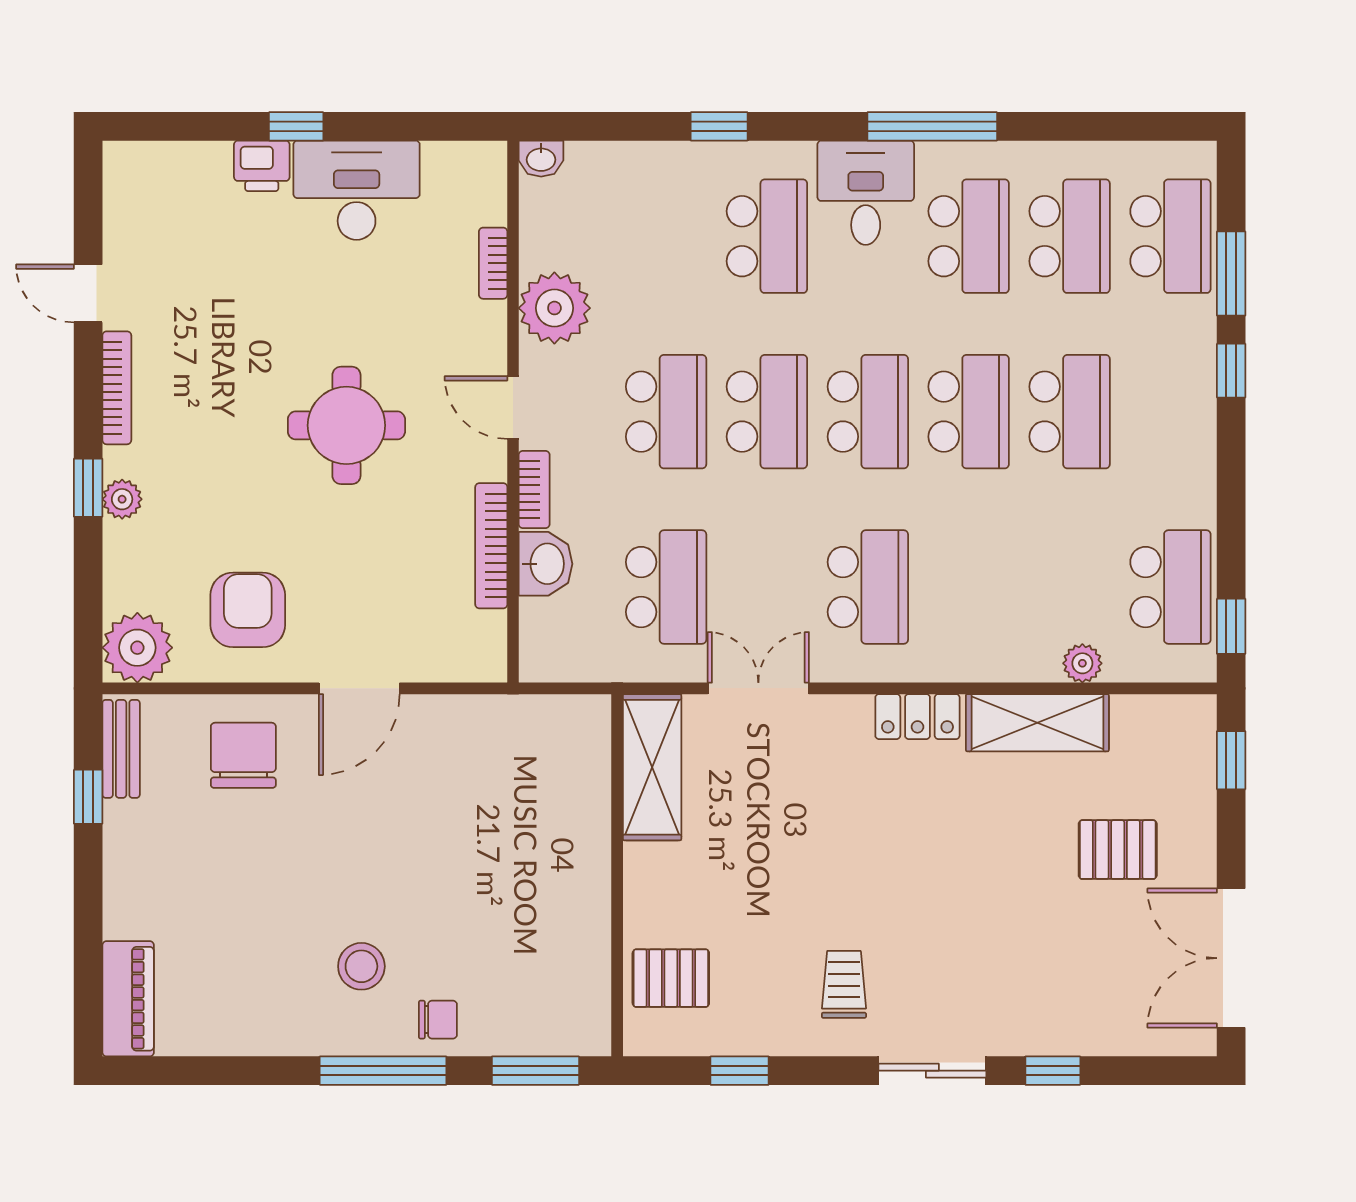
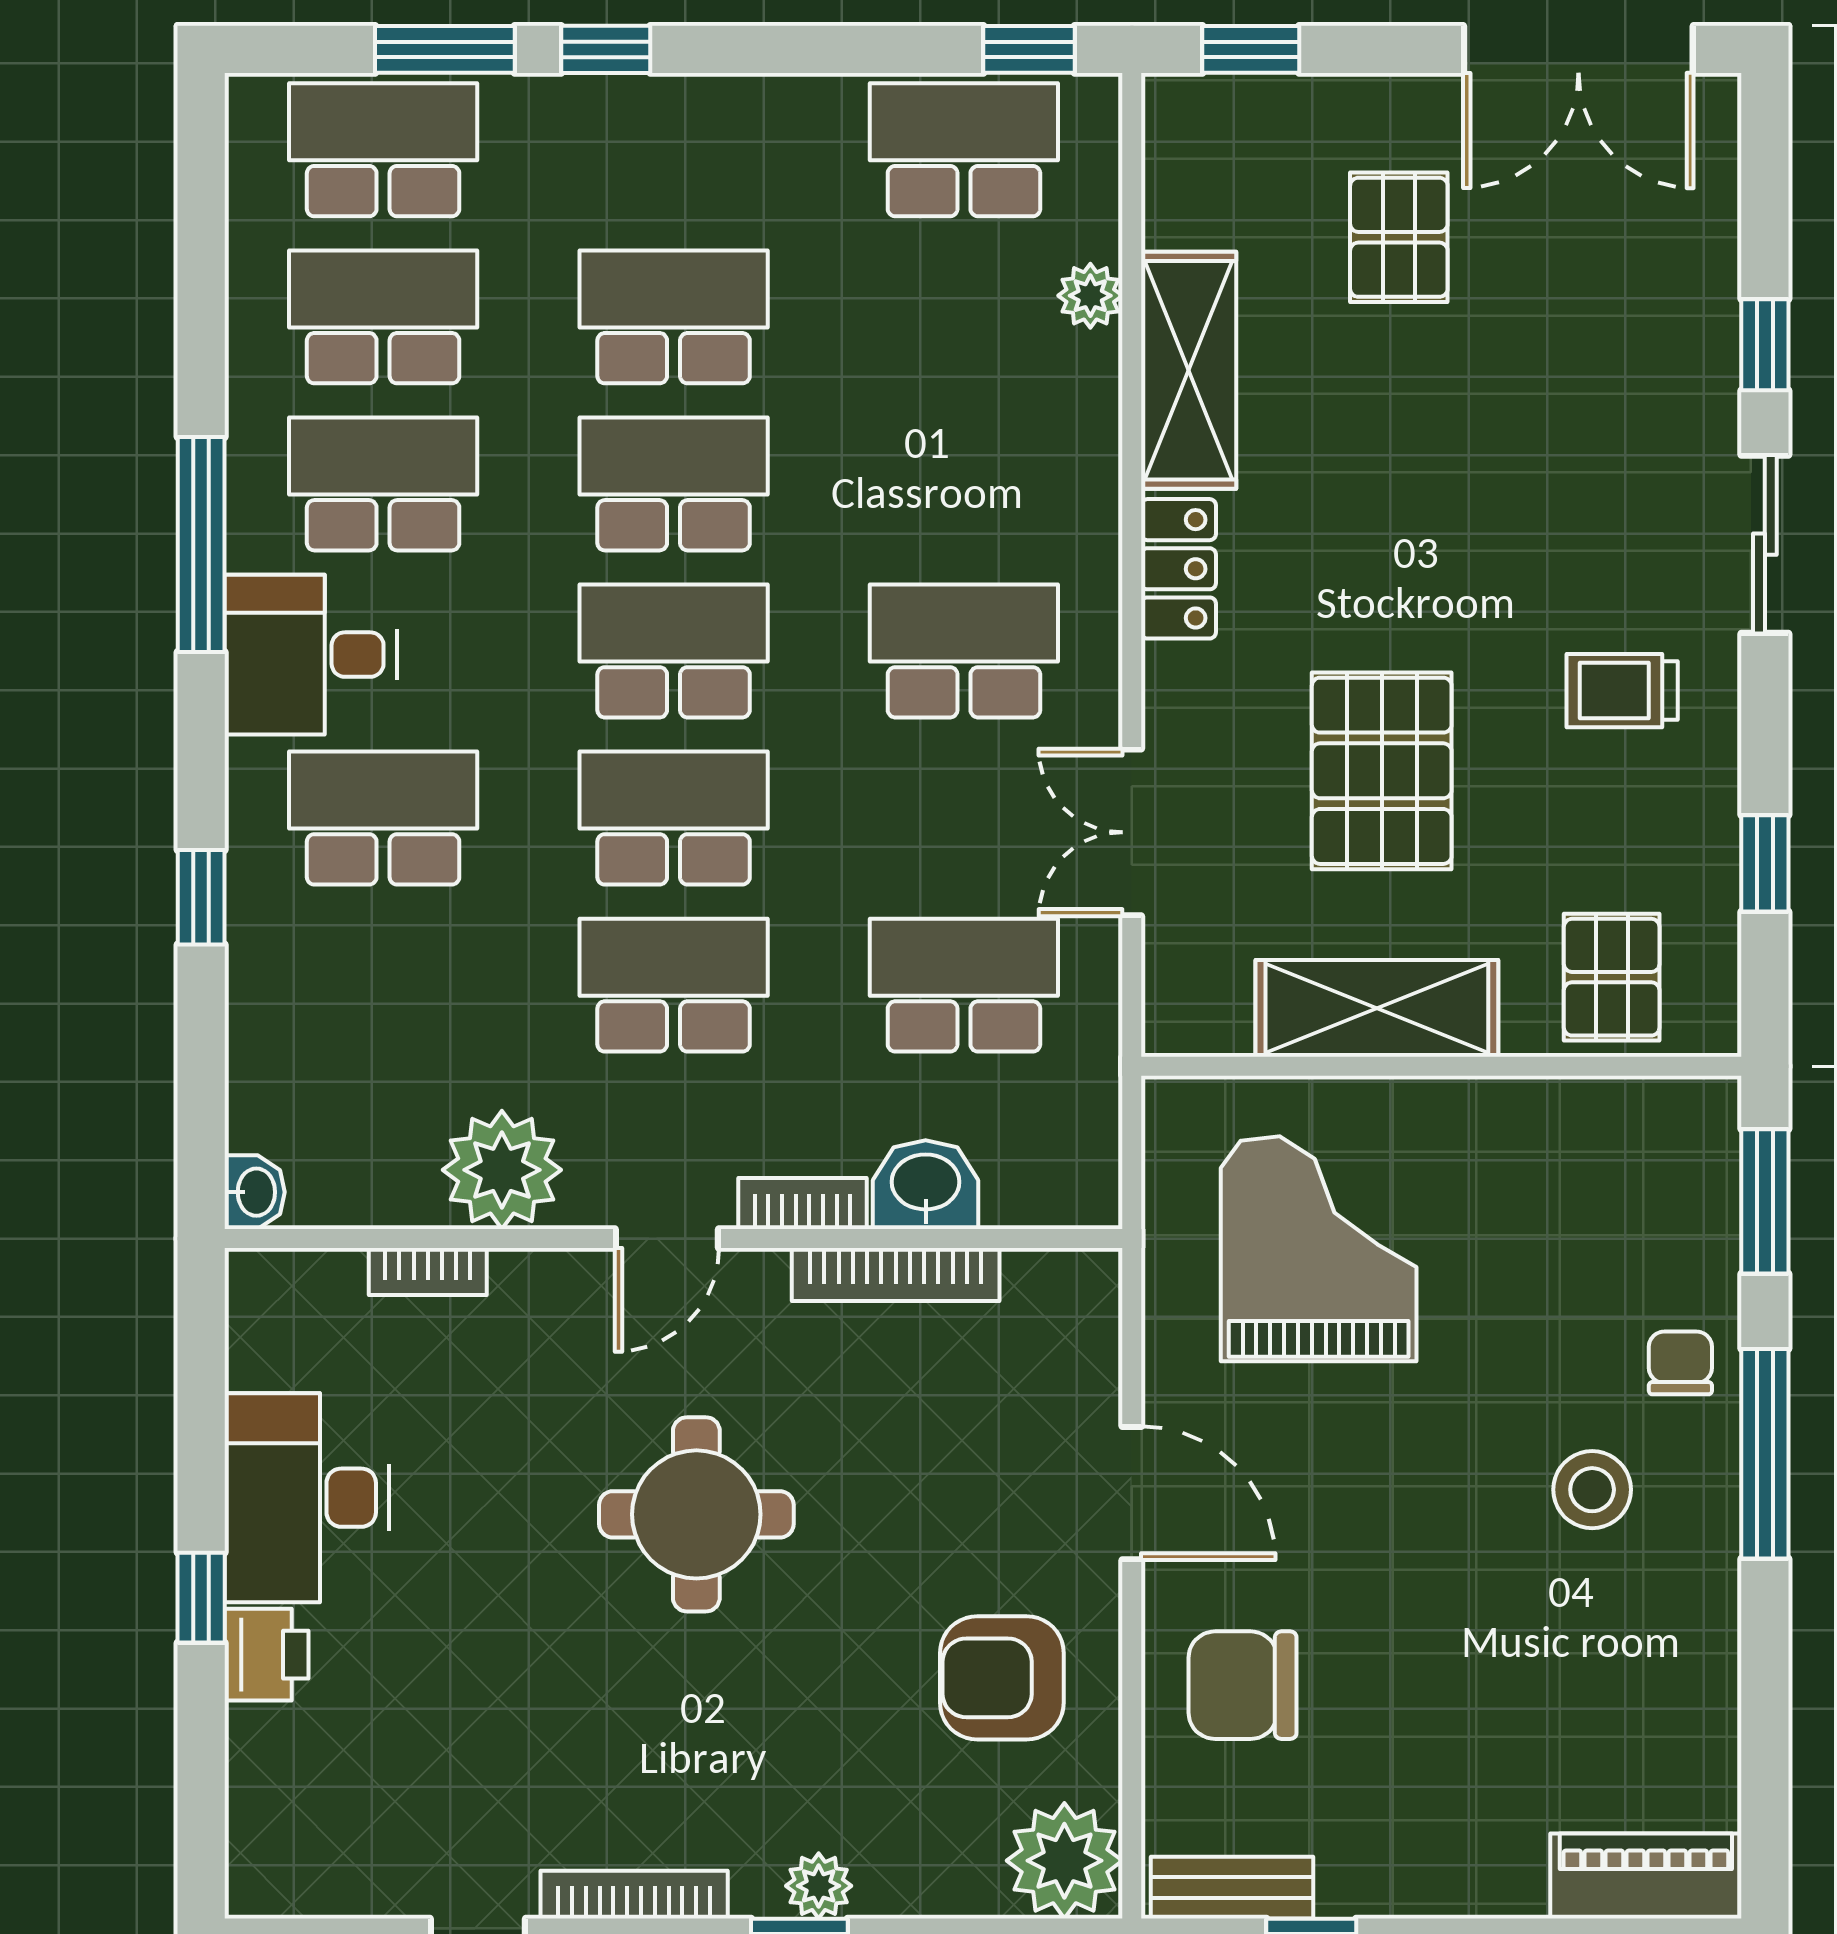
shelving: (652, 767) -> (1377, 1008), moved
grand piano: (507, 801) -> (1319, 1249), added
pallet: (795, 839) -> (1382, 771), added

